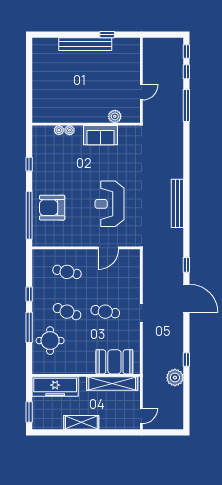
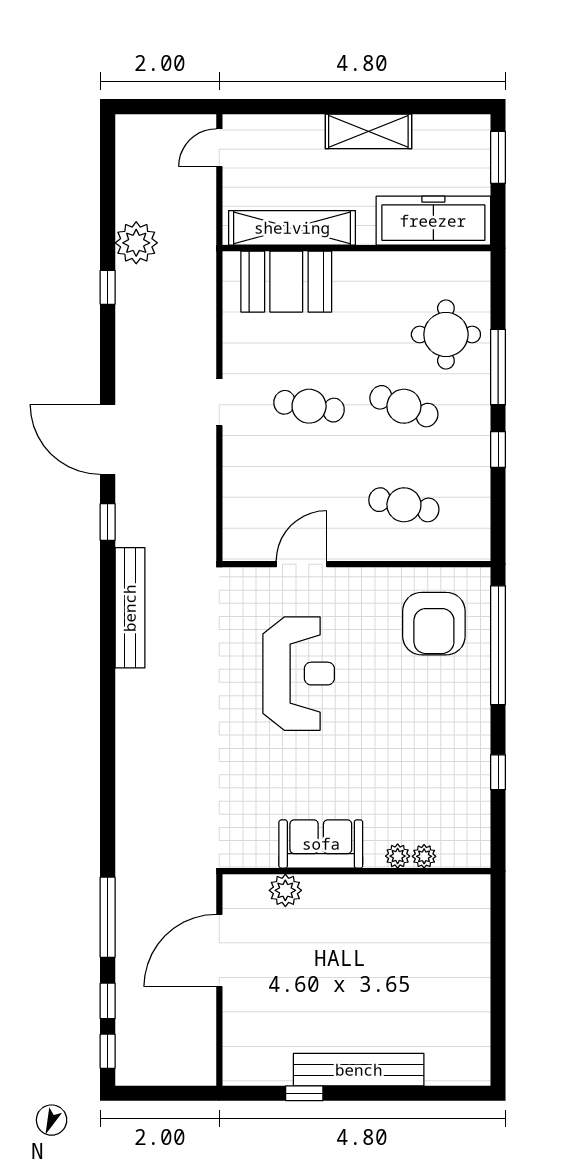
door: (141, 92) -> (219, 951), width x1.87
bench: (177, 203) -> (130, 608), moved
armchair: (52, 208) -> (434, 624), moved, turned 90

